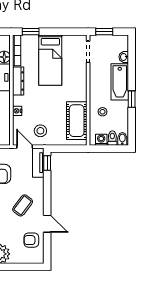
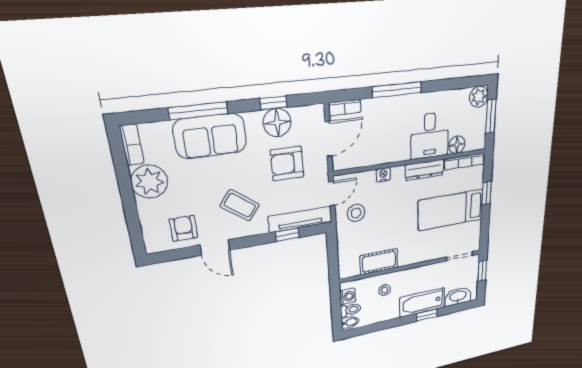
window: (31, 32) -> (487, 193), moved
washbasin: (124, 57) -> (458, 296), width x1.91, depth x1.45
window: (132, 99) -> (427, 315), moved
cot: (77, 121) -> (379, 262), width x0.73, depth x0.75
tv unit: (38, 163) -> (300, 219), width x1.41
window: (47, 163) -> (287, 235), moved
door: (47, 224) -> (215, 248), hinge flipped

